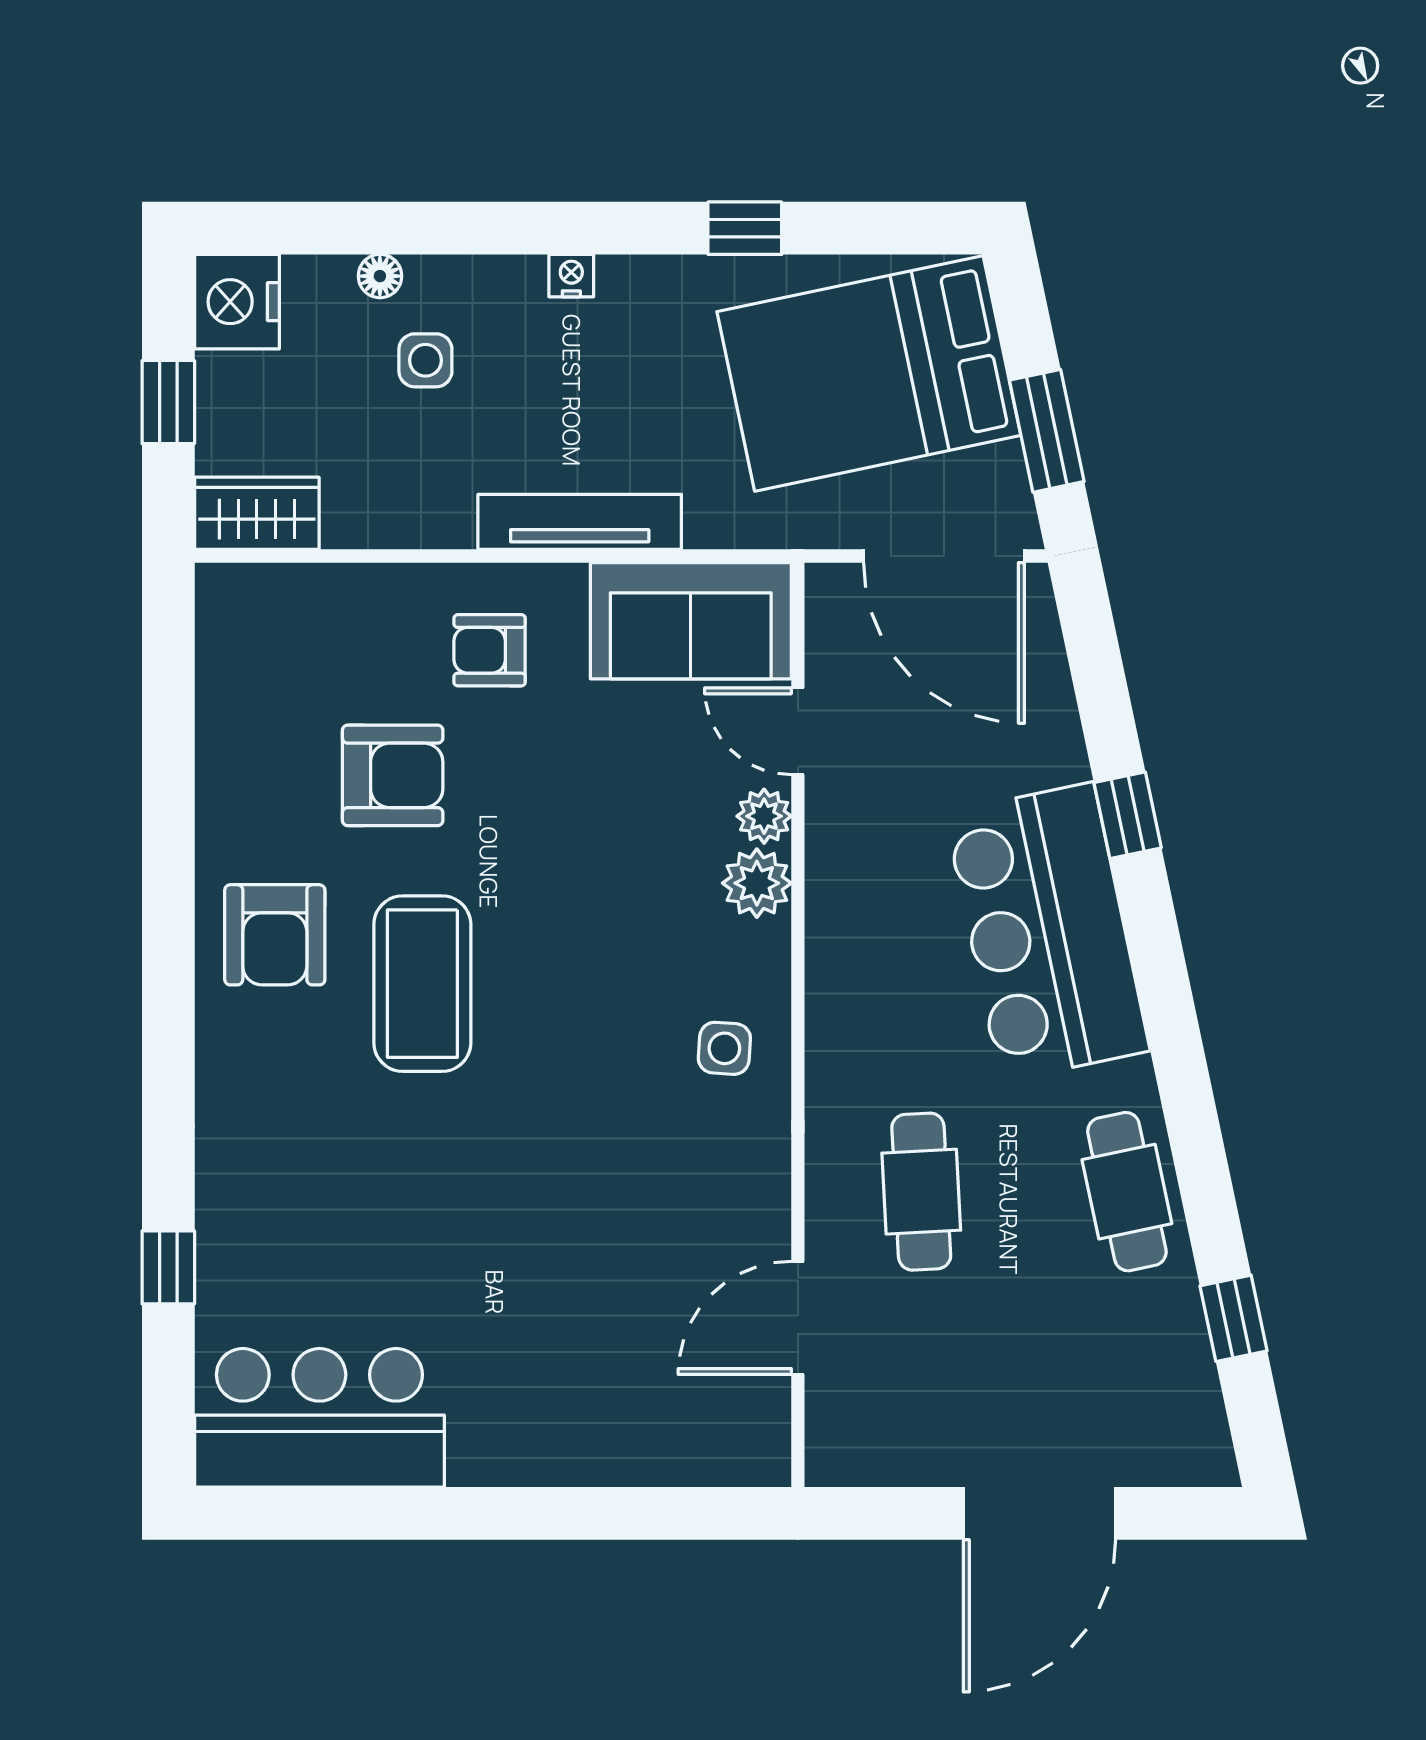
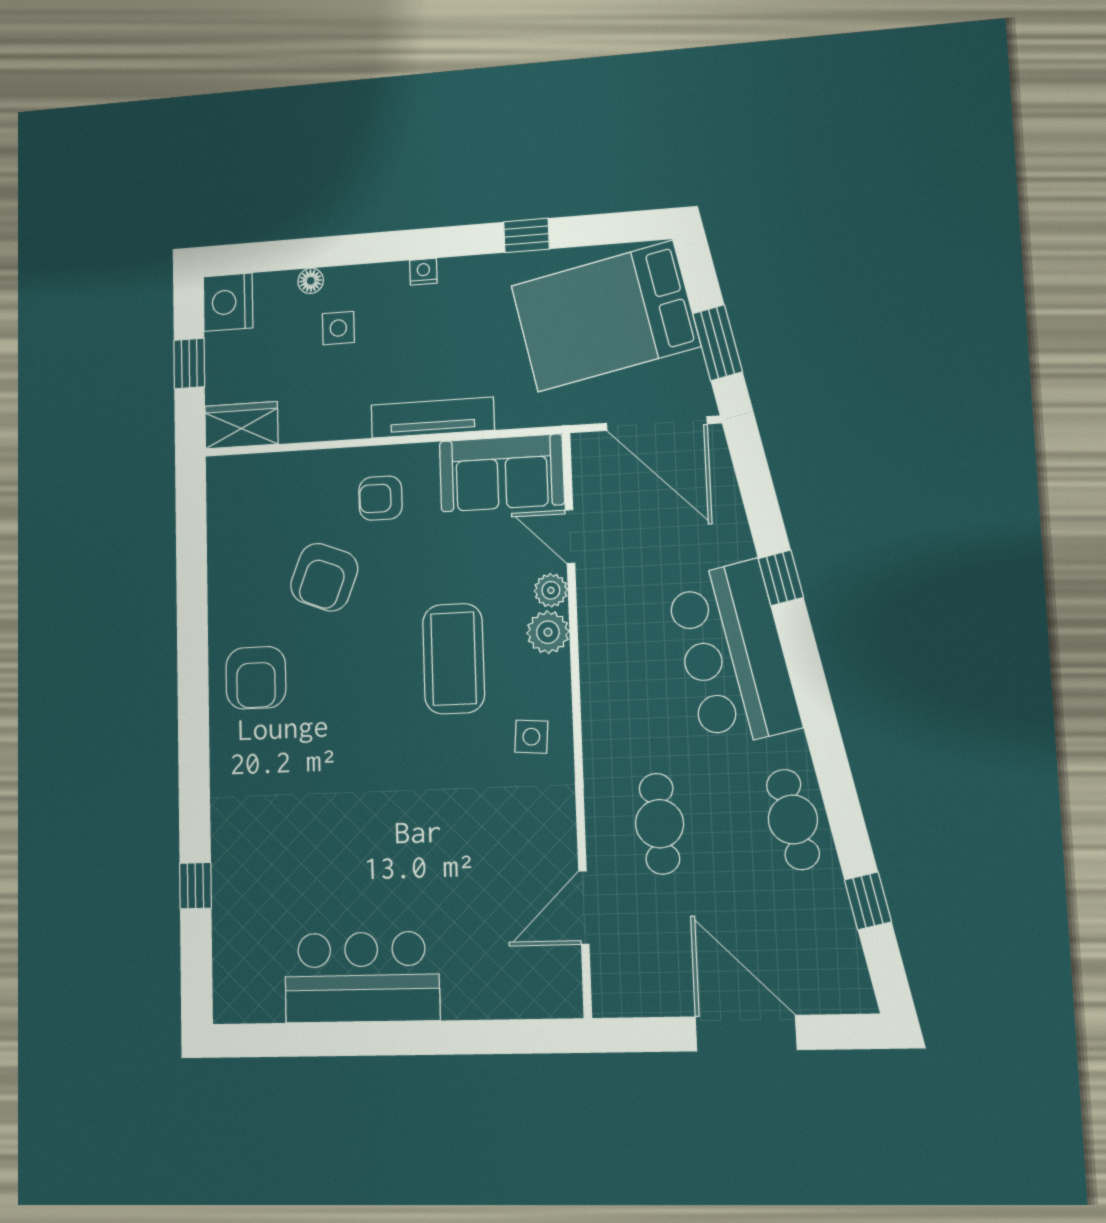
armchair: (393, 775) -> (324, 577), turned 111
coffee table: (422, 984) -> (454, 659), moved
bar counter: (319, 1418) -> (362, 977), moved
door: (1039, 1513) -> (746, 1033), swing flipped

